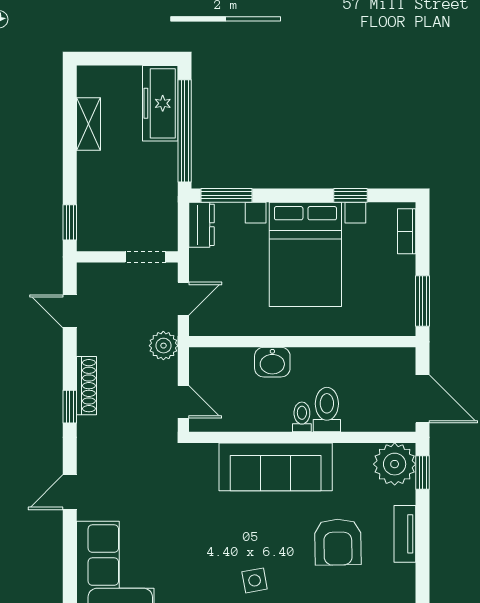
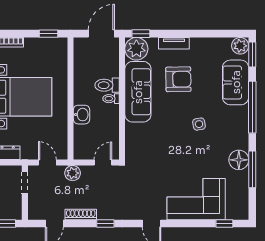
window: (423, 301) -> (49, 34), width x0.67
shoe rack: (87, 386) -> (81, 214), moved
sofa: (276, 467) -> (138, 92), moved

